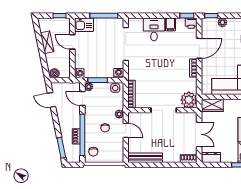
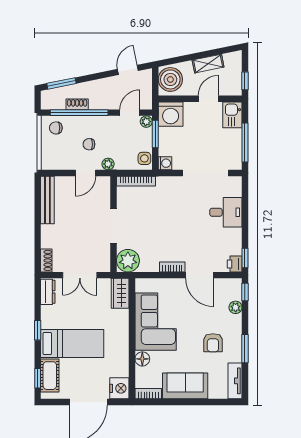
filing cabinet: (170, 24) -> (233, 235), removed
boiler: (54, 73) -> (170, 79), width x1.86, depth x1.86
washing machine: (79, 73) -> (171, 114), width x1.89, depth x1.89

